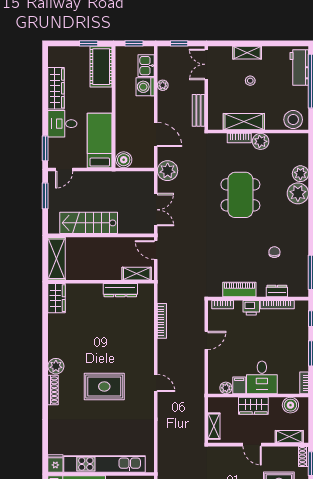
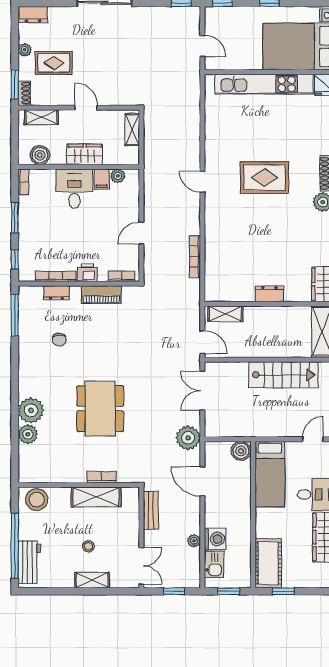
plant: (261, 141) -> (76, 473), removed
dresser: (120, 290) -> (269, 294), moved, width x0.70

